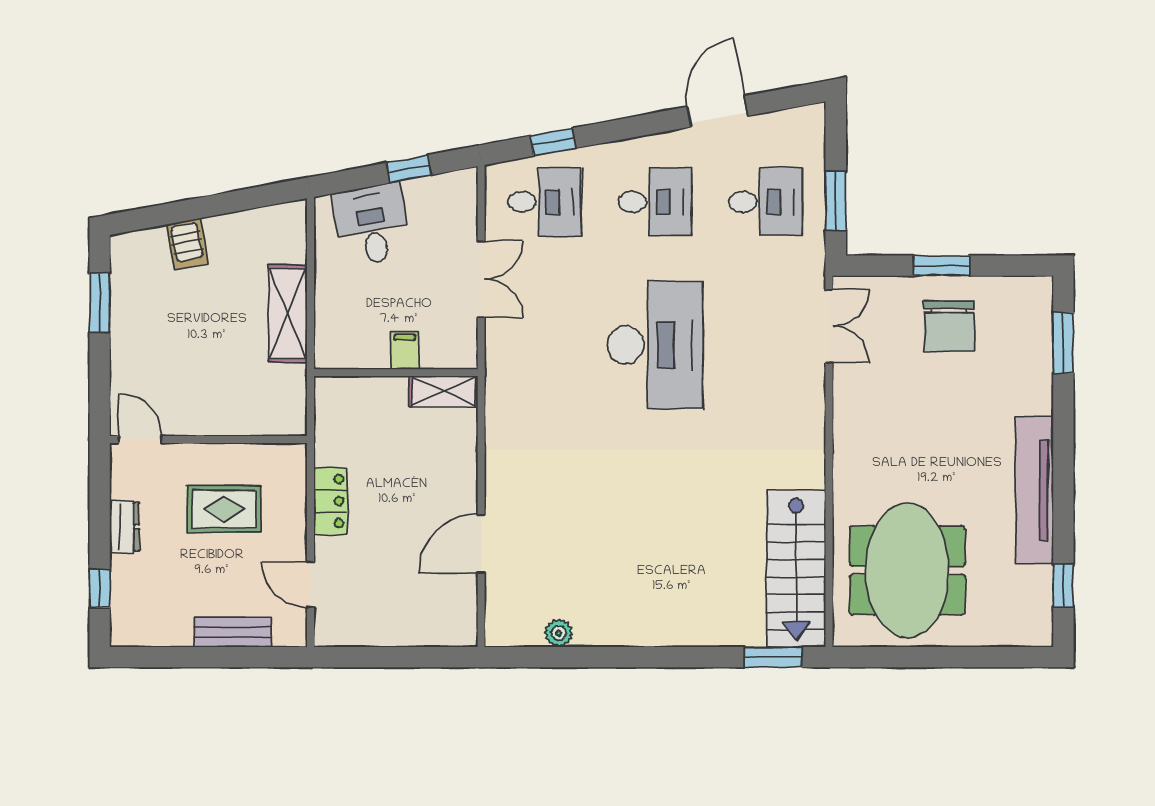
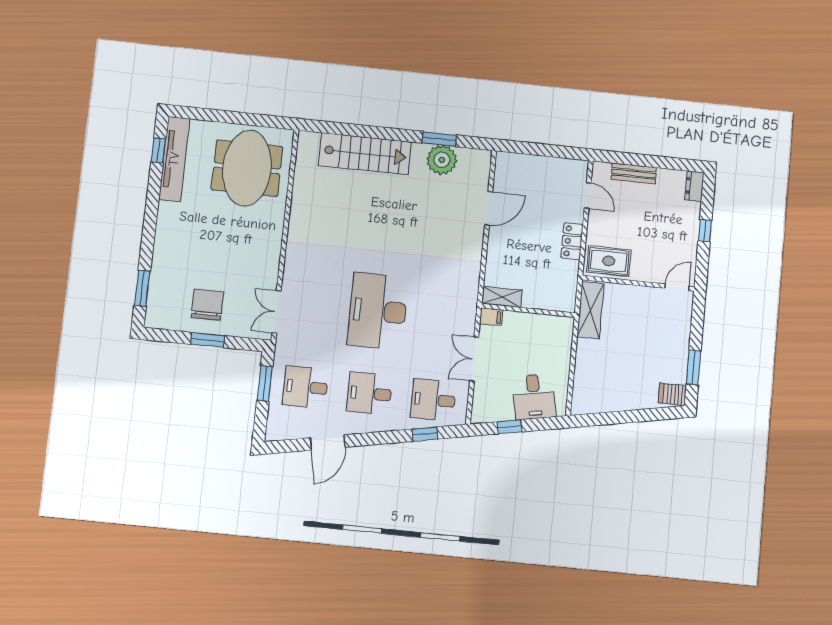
server rack: (187, 244) -> (672, 394), moved, turned -79
shelving: (288, 314) -> (590, 310), moved
filing cabinet: (405, 350) -> (491, 317), moved, turned -90
door: (140, 440) -> (677, 287), swing flipped
tv unit: (1034, 490) -> (174, 159), moved
rug: (224, 509) -> (609, 261), moved
dresser: (124, 527) -> (694, 186), moved
stairs: (796, 568) -> (365, 154), moved, turned 90
window: (100, 589) -> (705, 231), moved
plant: (559, 633) -> (442, 160), width x1.87, depth x1.87
window: (773, 657) -> (439, 139), moved

